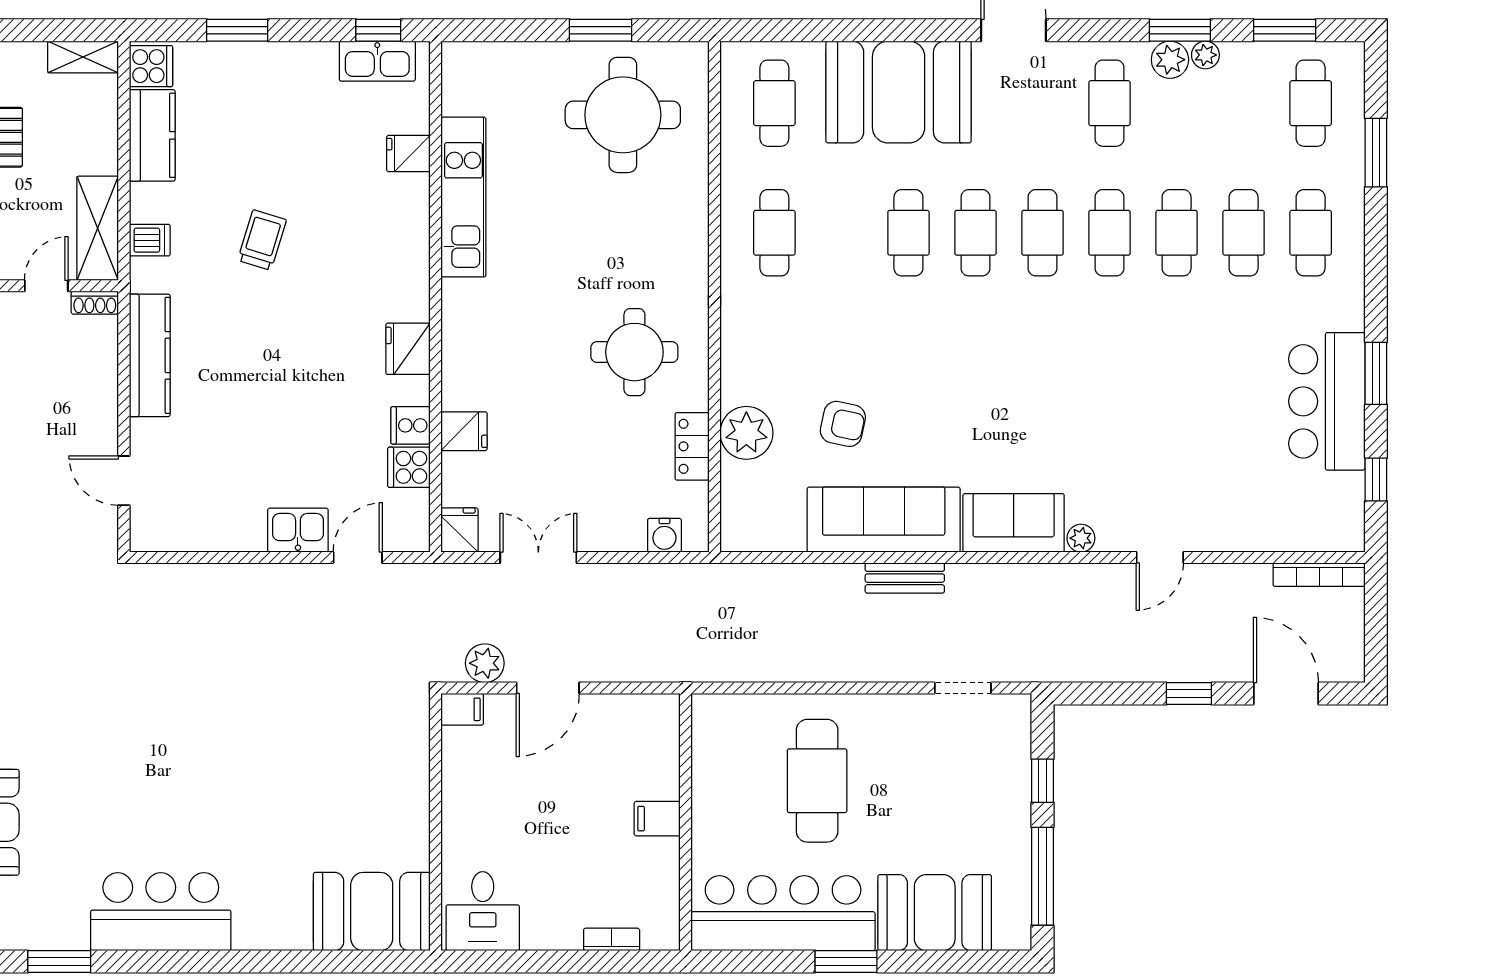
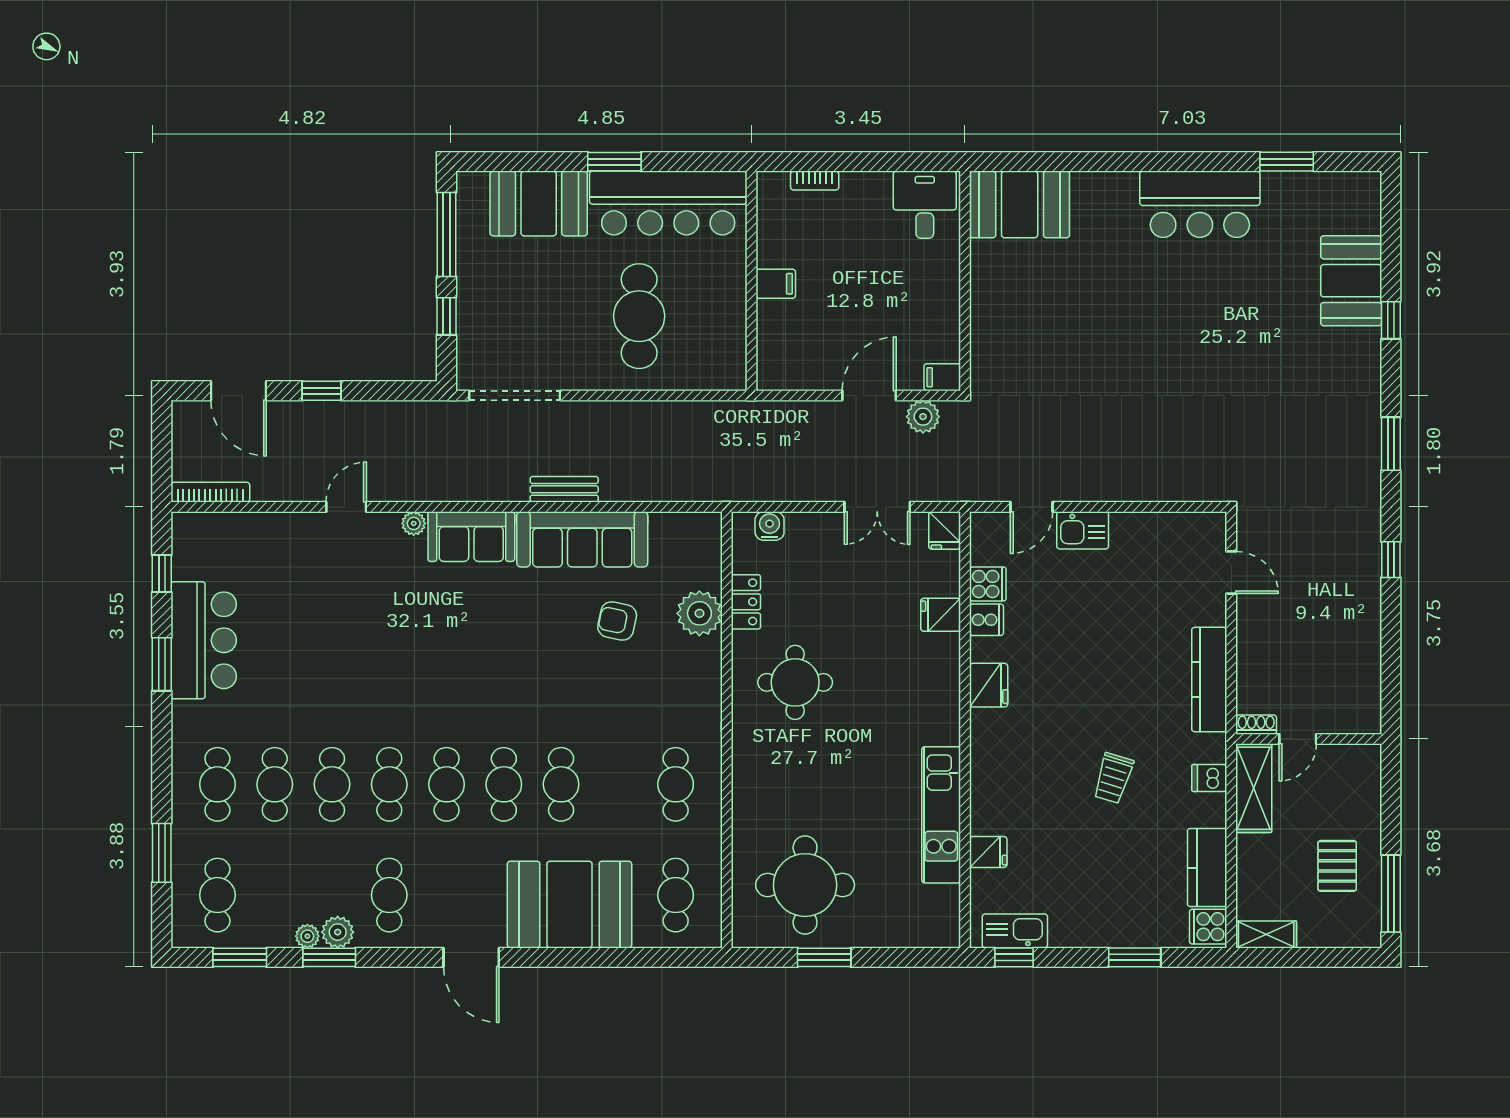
doorway: (963, 688) -> (515, 395), width x1.87

